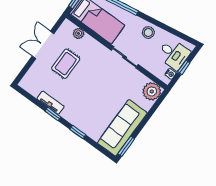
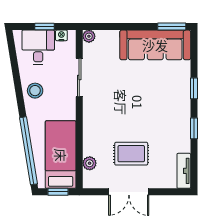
sliding door: (125, 57) -> (79, 78), moved
plant: (152, 91) -> (89, 36), width x0.53, depth x0.53
tv unit: (51, 103) -> (184, 171), moved

